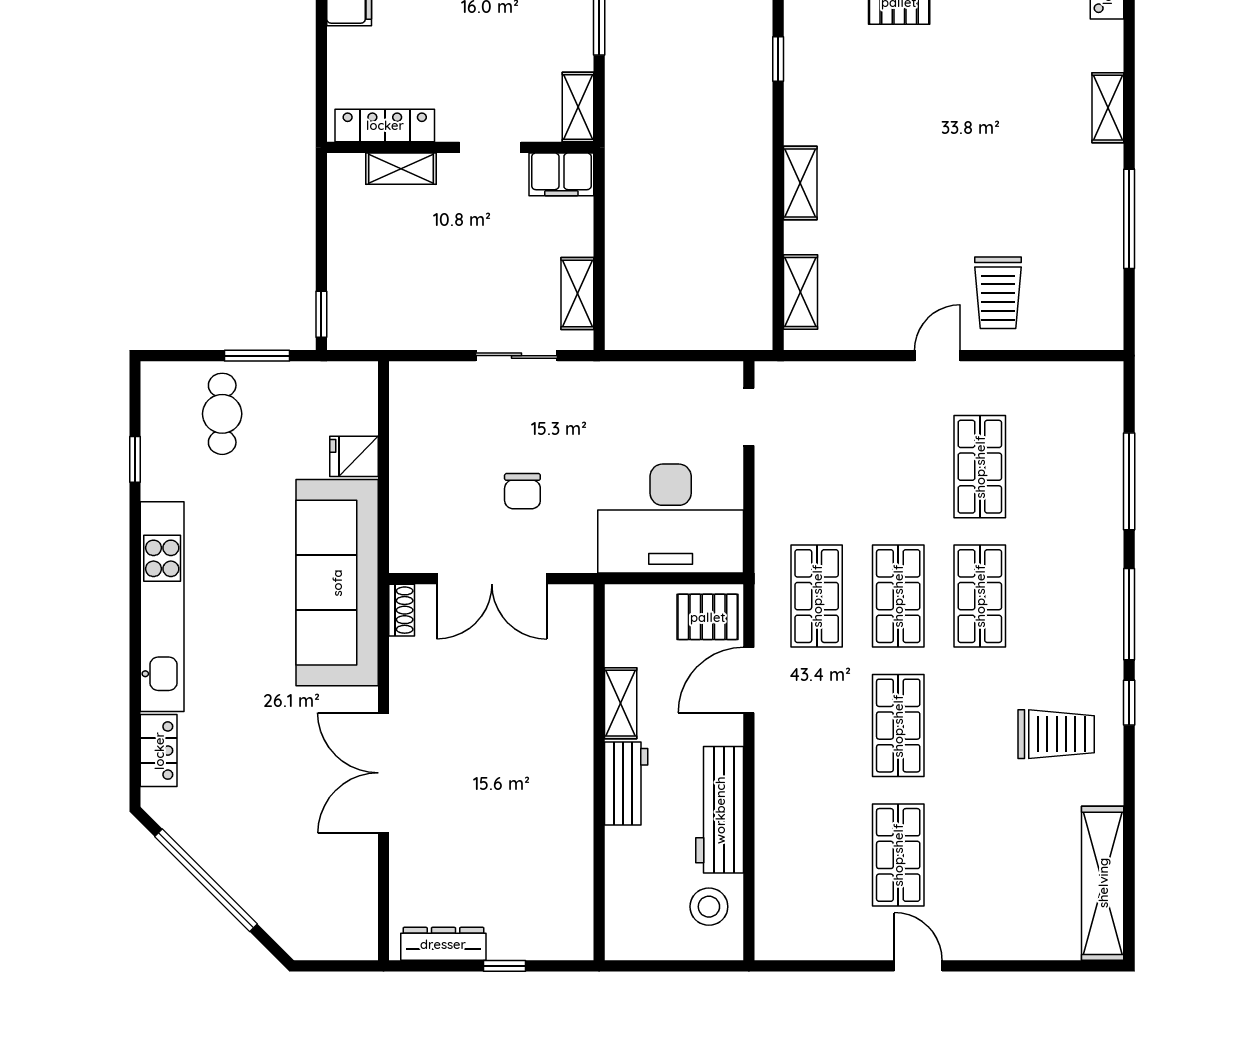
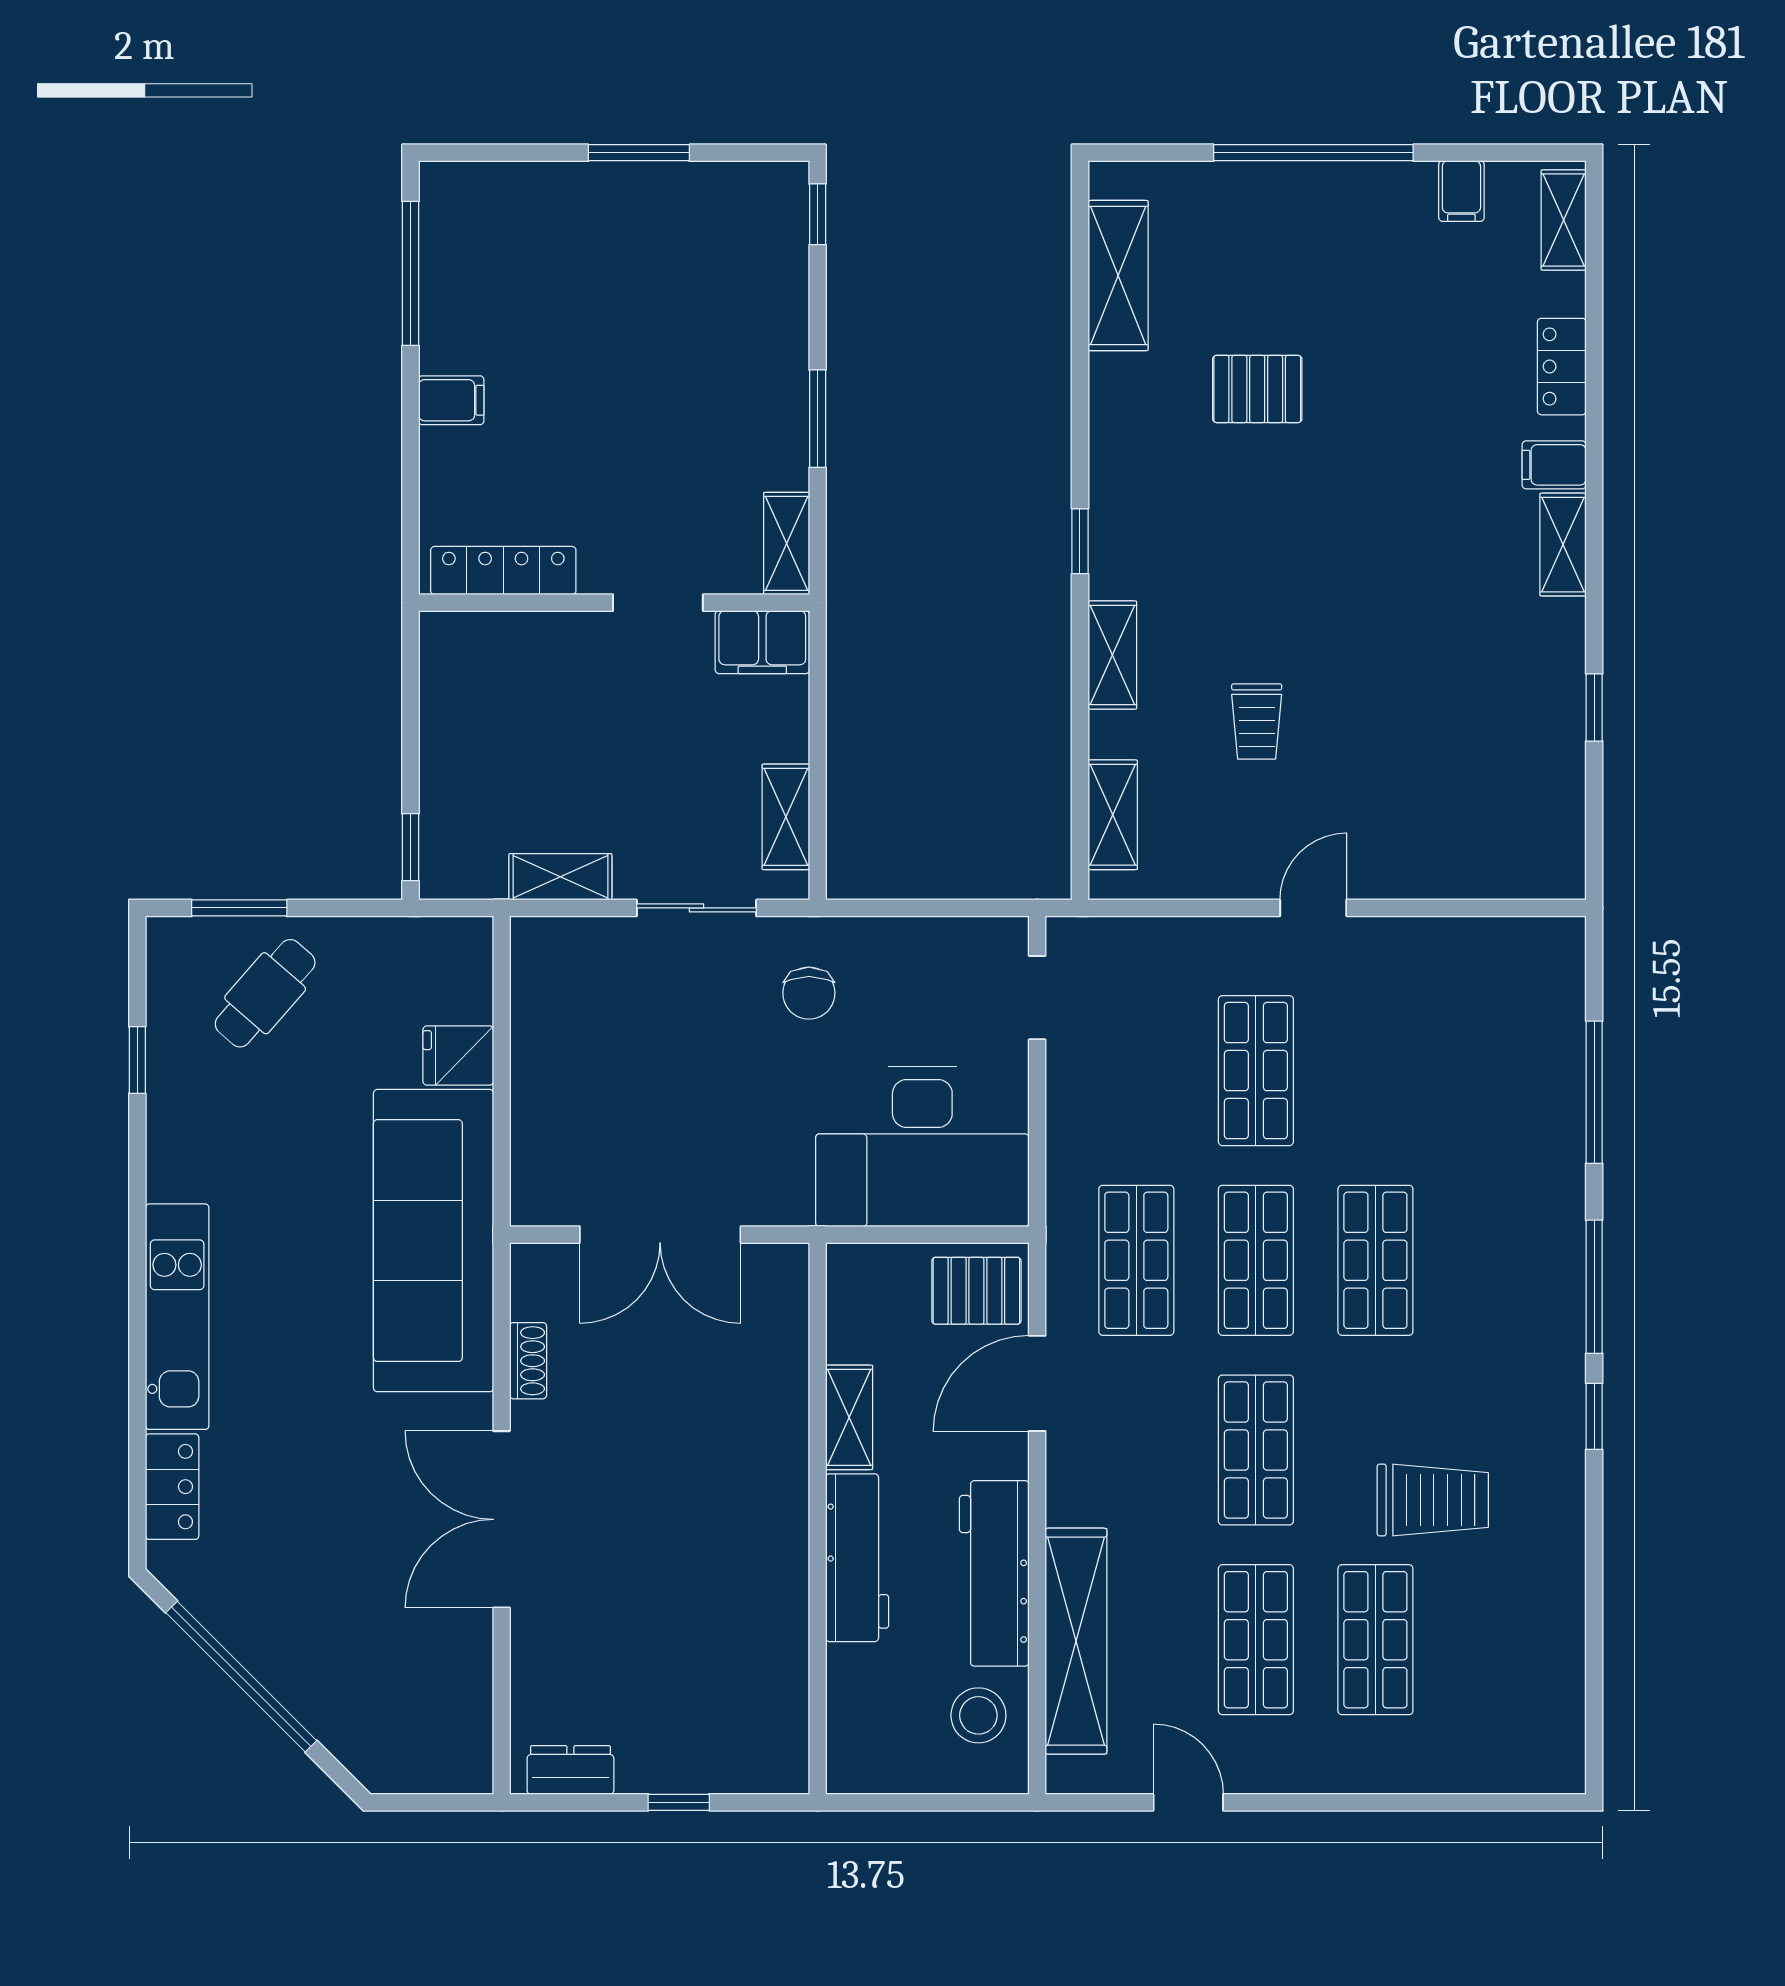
filing cabinet: (1102, 53) -> (1554, 465), added
window: (778, 59) -> (1080, 541), moved
shelving: (401, 169) -> (560, 877), moved
window: (1129, 219) -> (1594, 707), width x0.46
trolley: (998, 293) -> (1257, 722), moved, width x0.73, depth x0.72
window: (257, 356) -> (239, 908), moved
cafe table: (222, 414) -> (265, 993), turned 41
shop shelf: (980, 467) -> (1256, 1071), moved
chair: (522, 491) -> (809, 993), moved
kitchen unit: (162, 607) -> (177, 1317), width x0.73
shoe rack: (402, 610) -> (528, 1361), moved
trolley: (1056, 734) -> (1433, 1500), moved
workbench: (626, 783) -> (857, 1558), width x1.38
shop shelf: (980, 855) -> (1375, 1640), added
shelving: (1103, 883) -> (1076, 1641), moved
dresser: (443, 944) -> (570, 1770), width x0.70
door: (918, 966) -> (1188, 1802), moved

